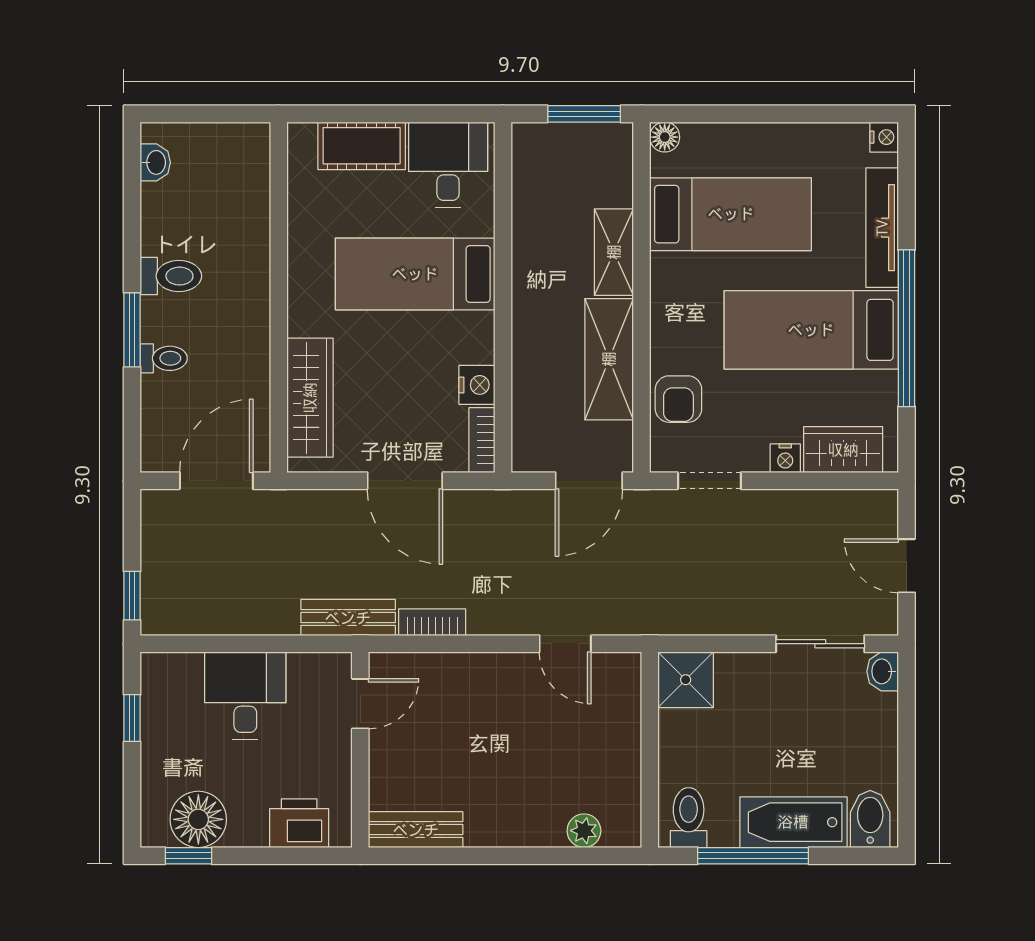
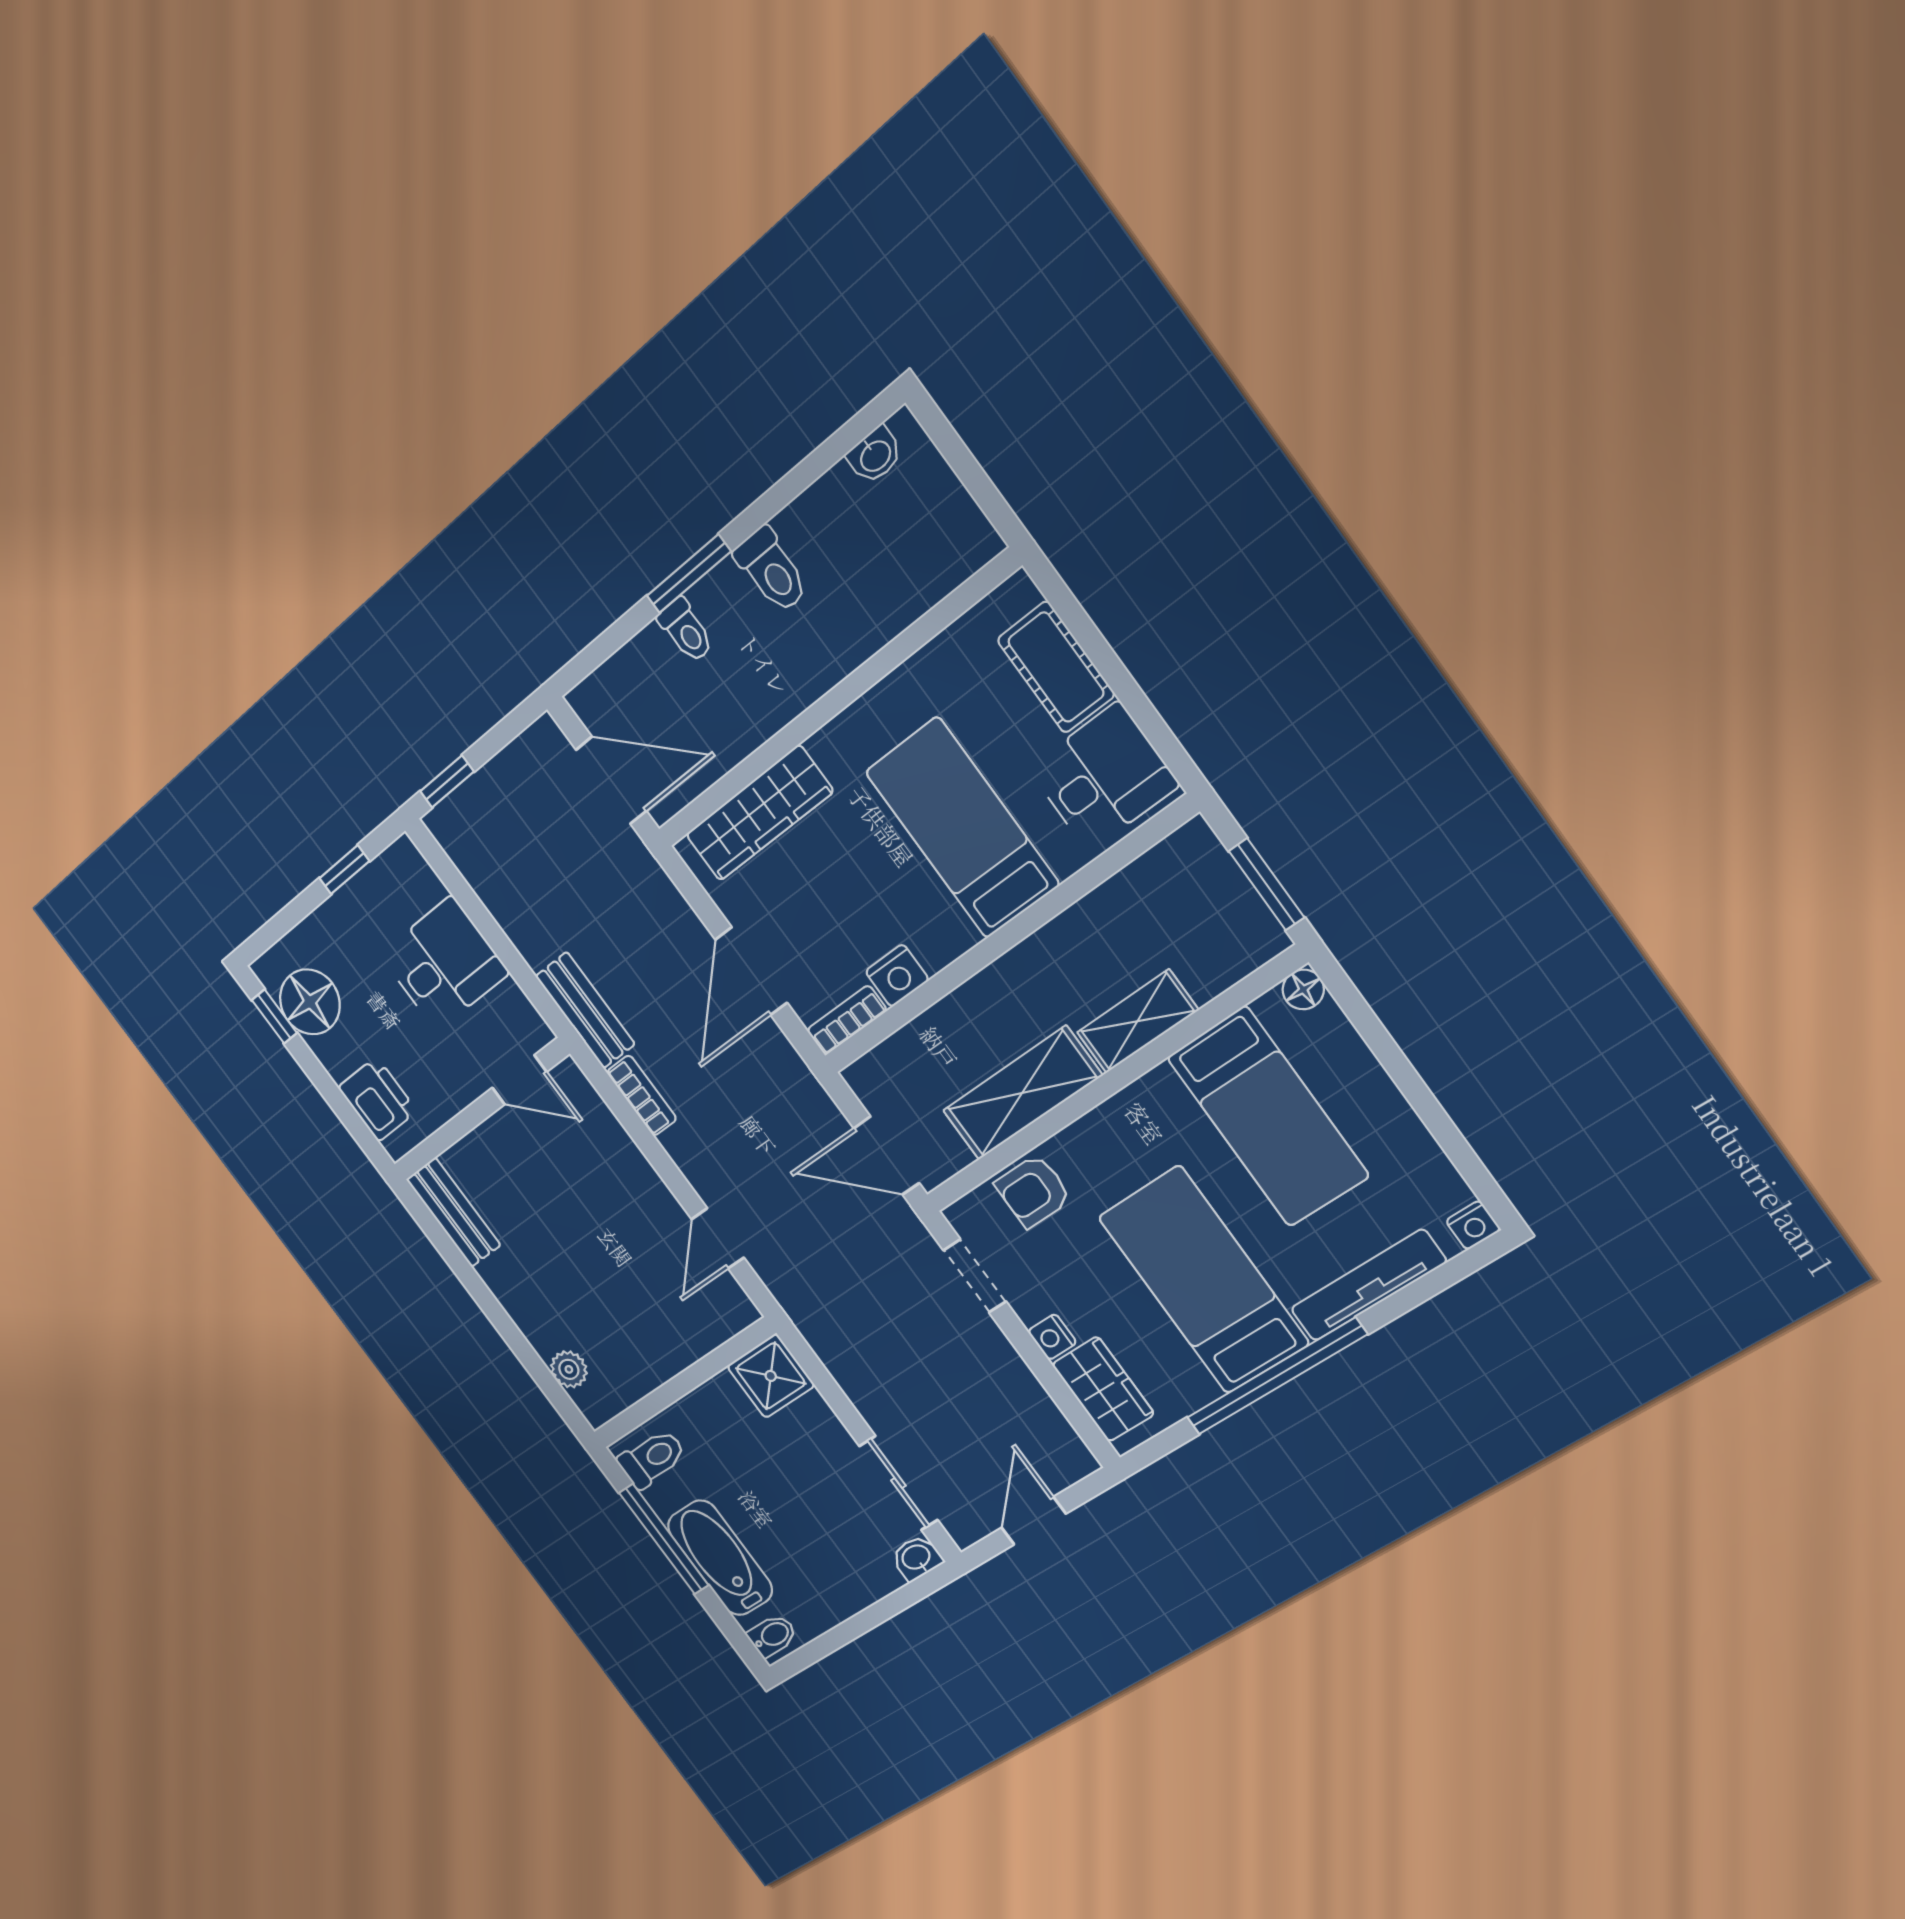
bidet: (870, 819) -> (772, 1636), width x0.72, depth x0.74

